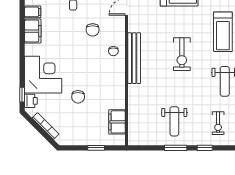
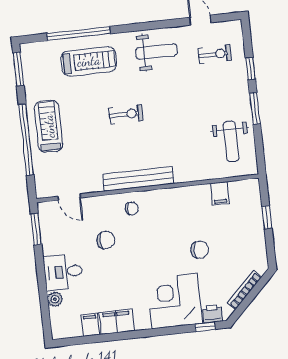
exercise bike: (182, 54) -> (126, 114), width x0.73, depth x0.72
weight bench: (174, 121) -> (231, 141), moved, turned 90
filing cabinet: (117, 122) -> (220, 194), width x0.50

